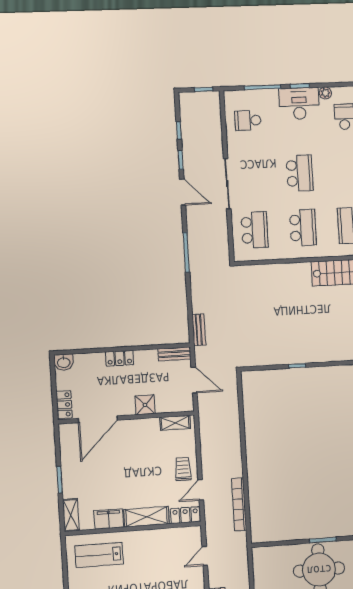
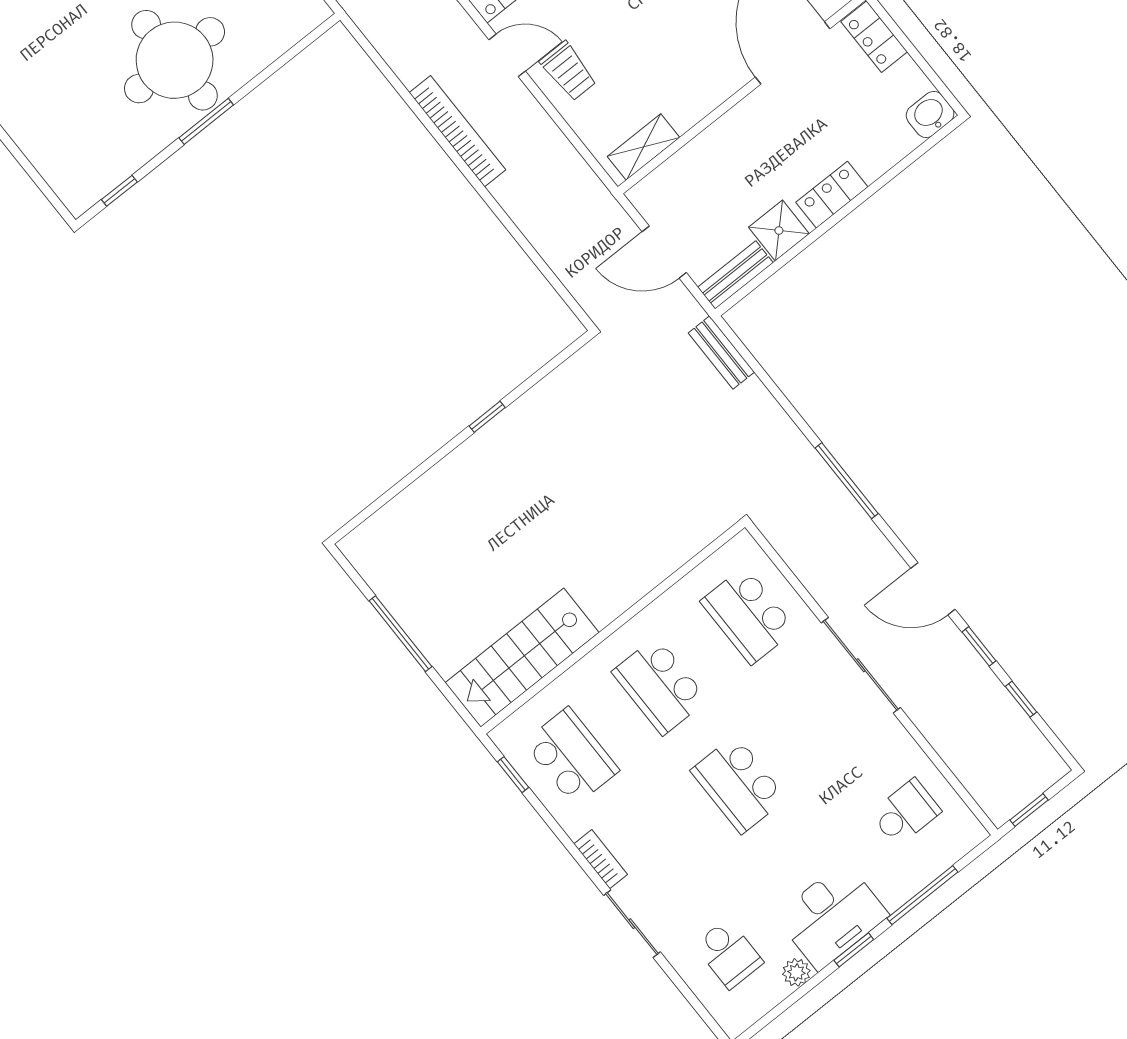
shower: (145, 405) -> (779, 231), moved
door: (201, 490) -> (507, 55), hinge flipped
bookcase: (239, 504) -> (457, 131), moved

